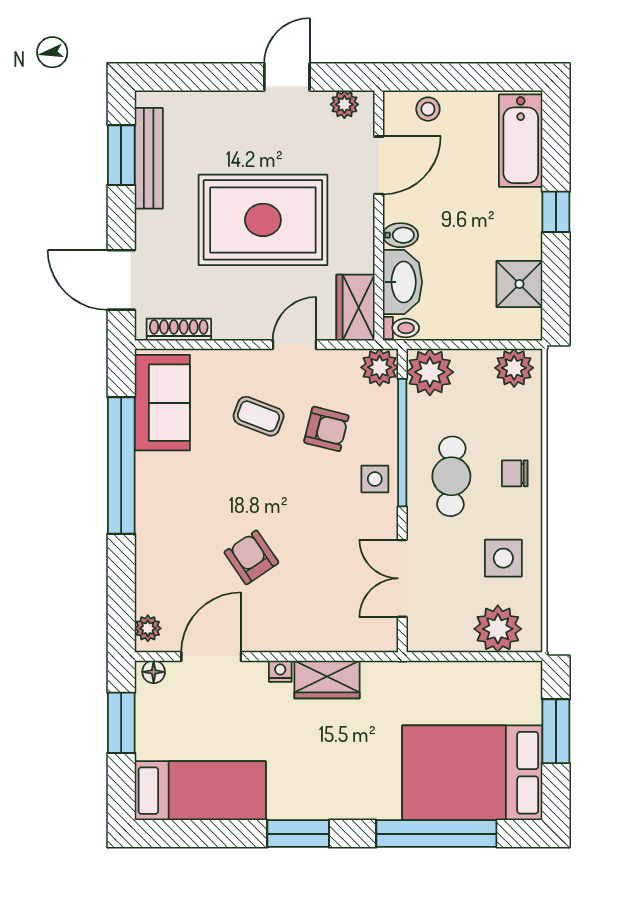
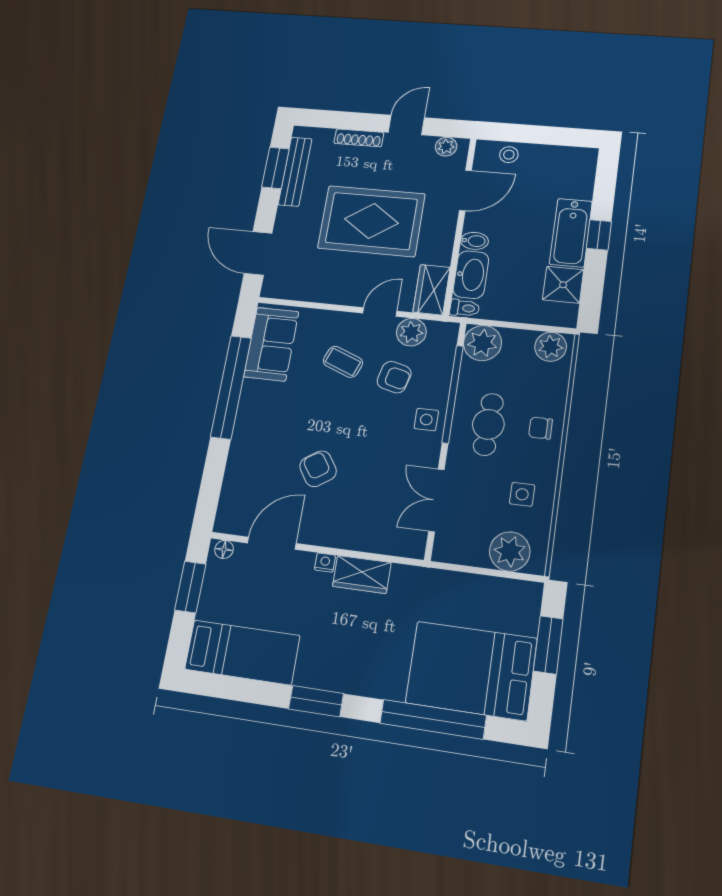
bathtub: (521, 141) -> (571, 233), moved
shoe rack: (179, 330) -> (359, 138), moved, turned 180
plant: (380, 367) -> (411, 332), moved
side table: (503, 558) -> (522, 494), width x0.73, depth x0.73
plant: (148, 628) -> (226, 514), removed

